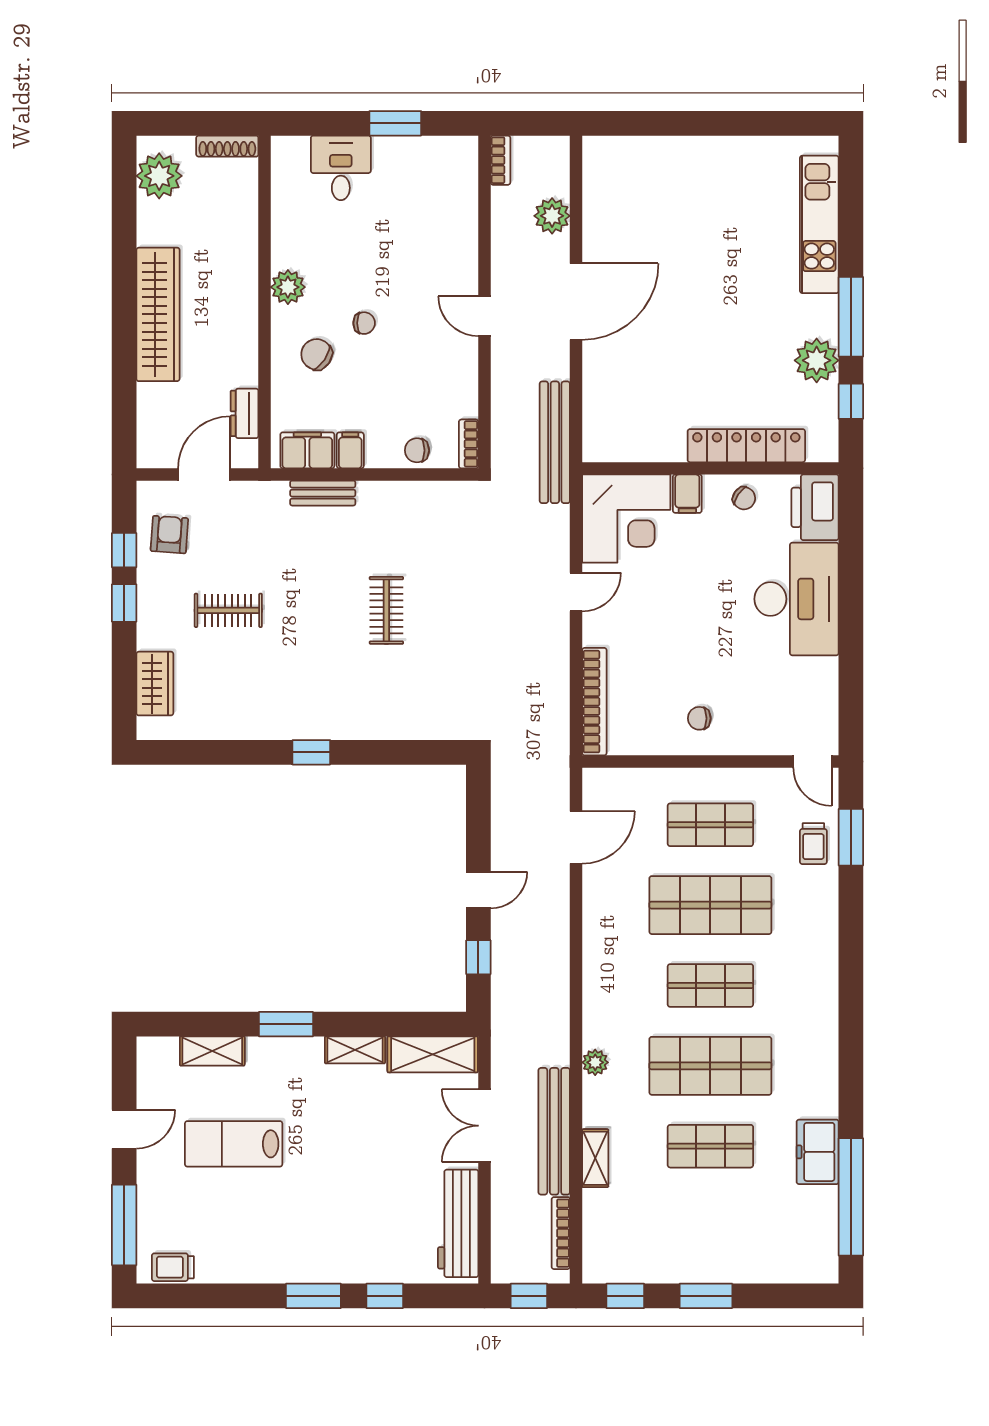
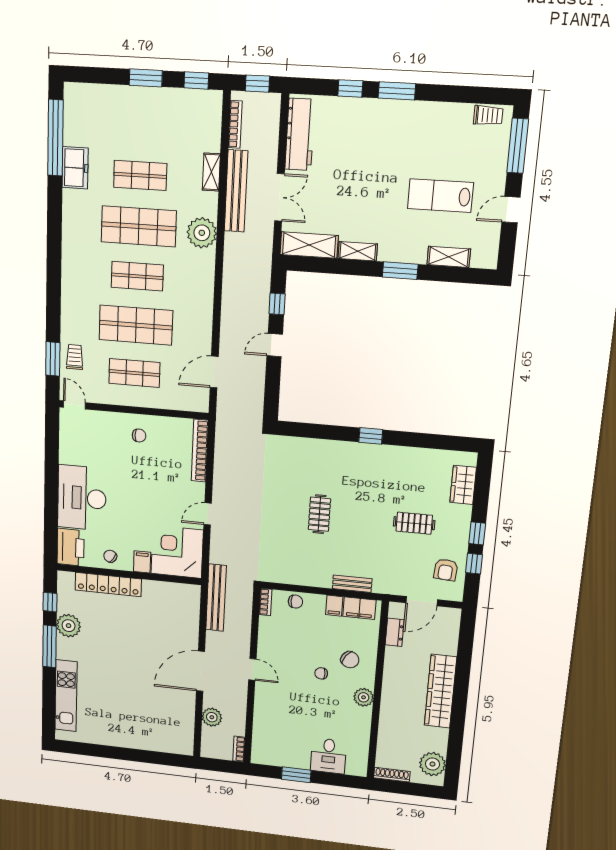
plant: (595, 1062) -> (202, 233), width x1.88, depth x1.88
lab bench: (234, 1144) -> (440, 196), turned 180

